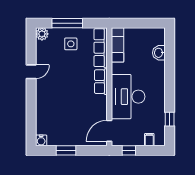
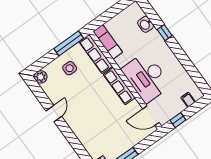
window: (67, 23) -> (69, 43), moved
row of seats: (101, 82) -> (119, 86), width x1.48
window: (170, 119) -> (165, 33), moved
door: (109, 131) -> (151, 116), hinge flipped

